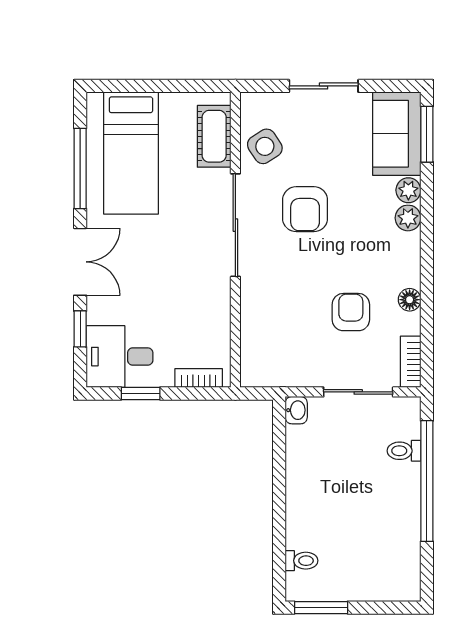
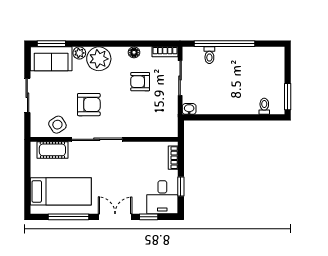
plant: (408, 218) -> (99, 59), width x1.87, depth x1.87

